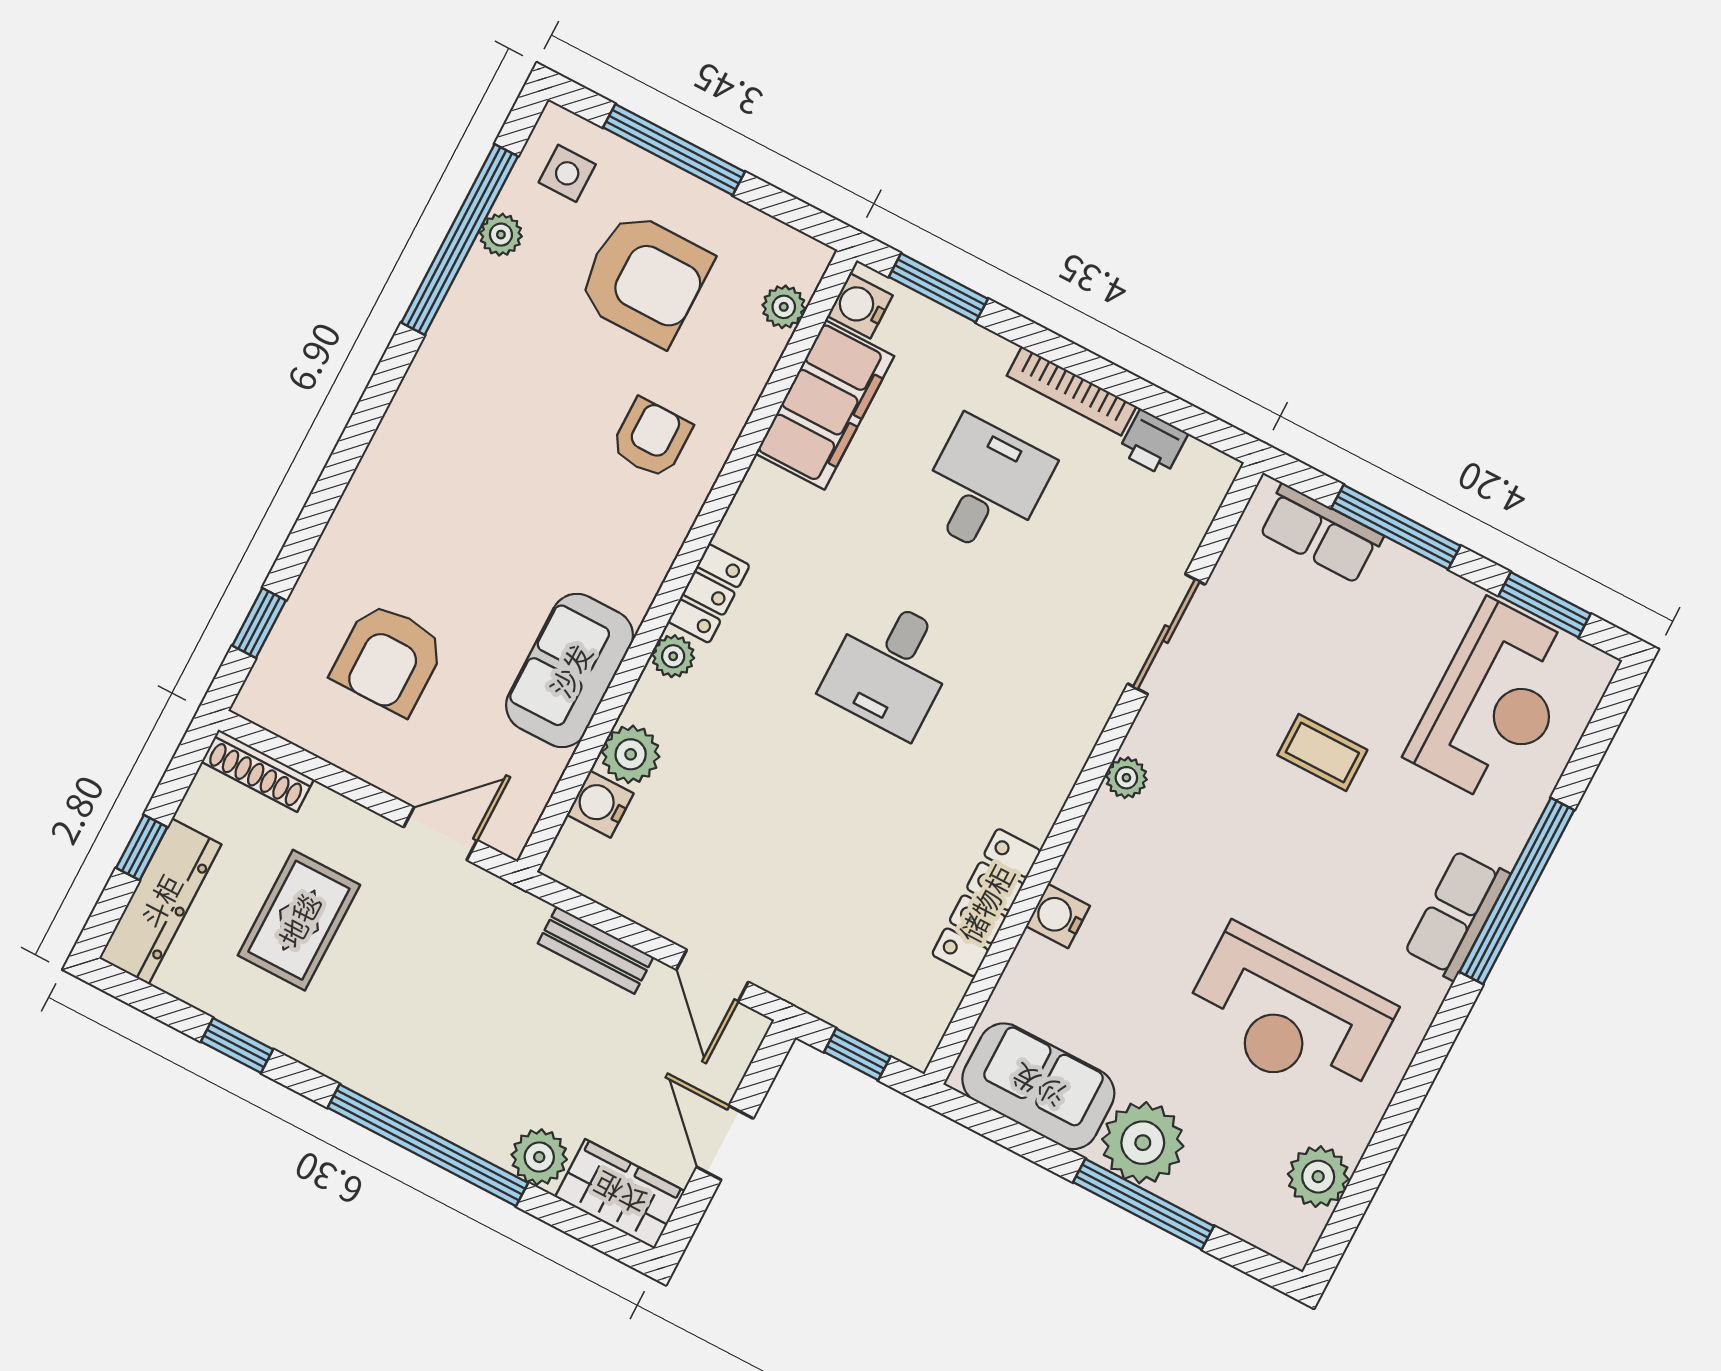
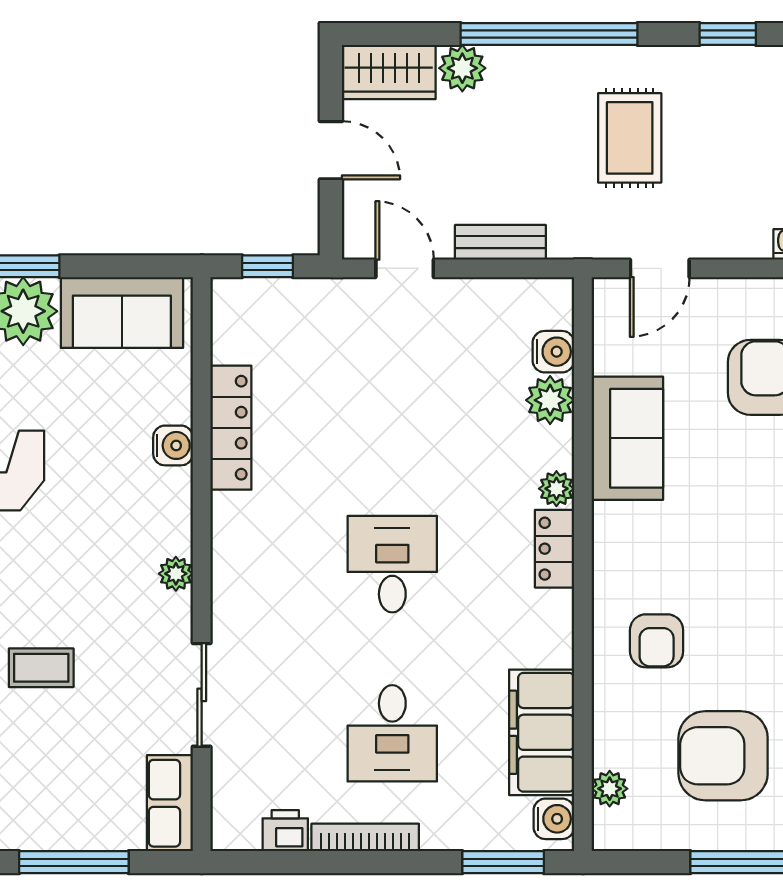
row of seats: (1320, 534) -> (170, 803), moved, turned -90
rug: (299, 920) -> (630, 138), moved

